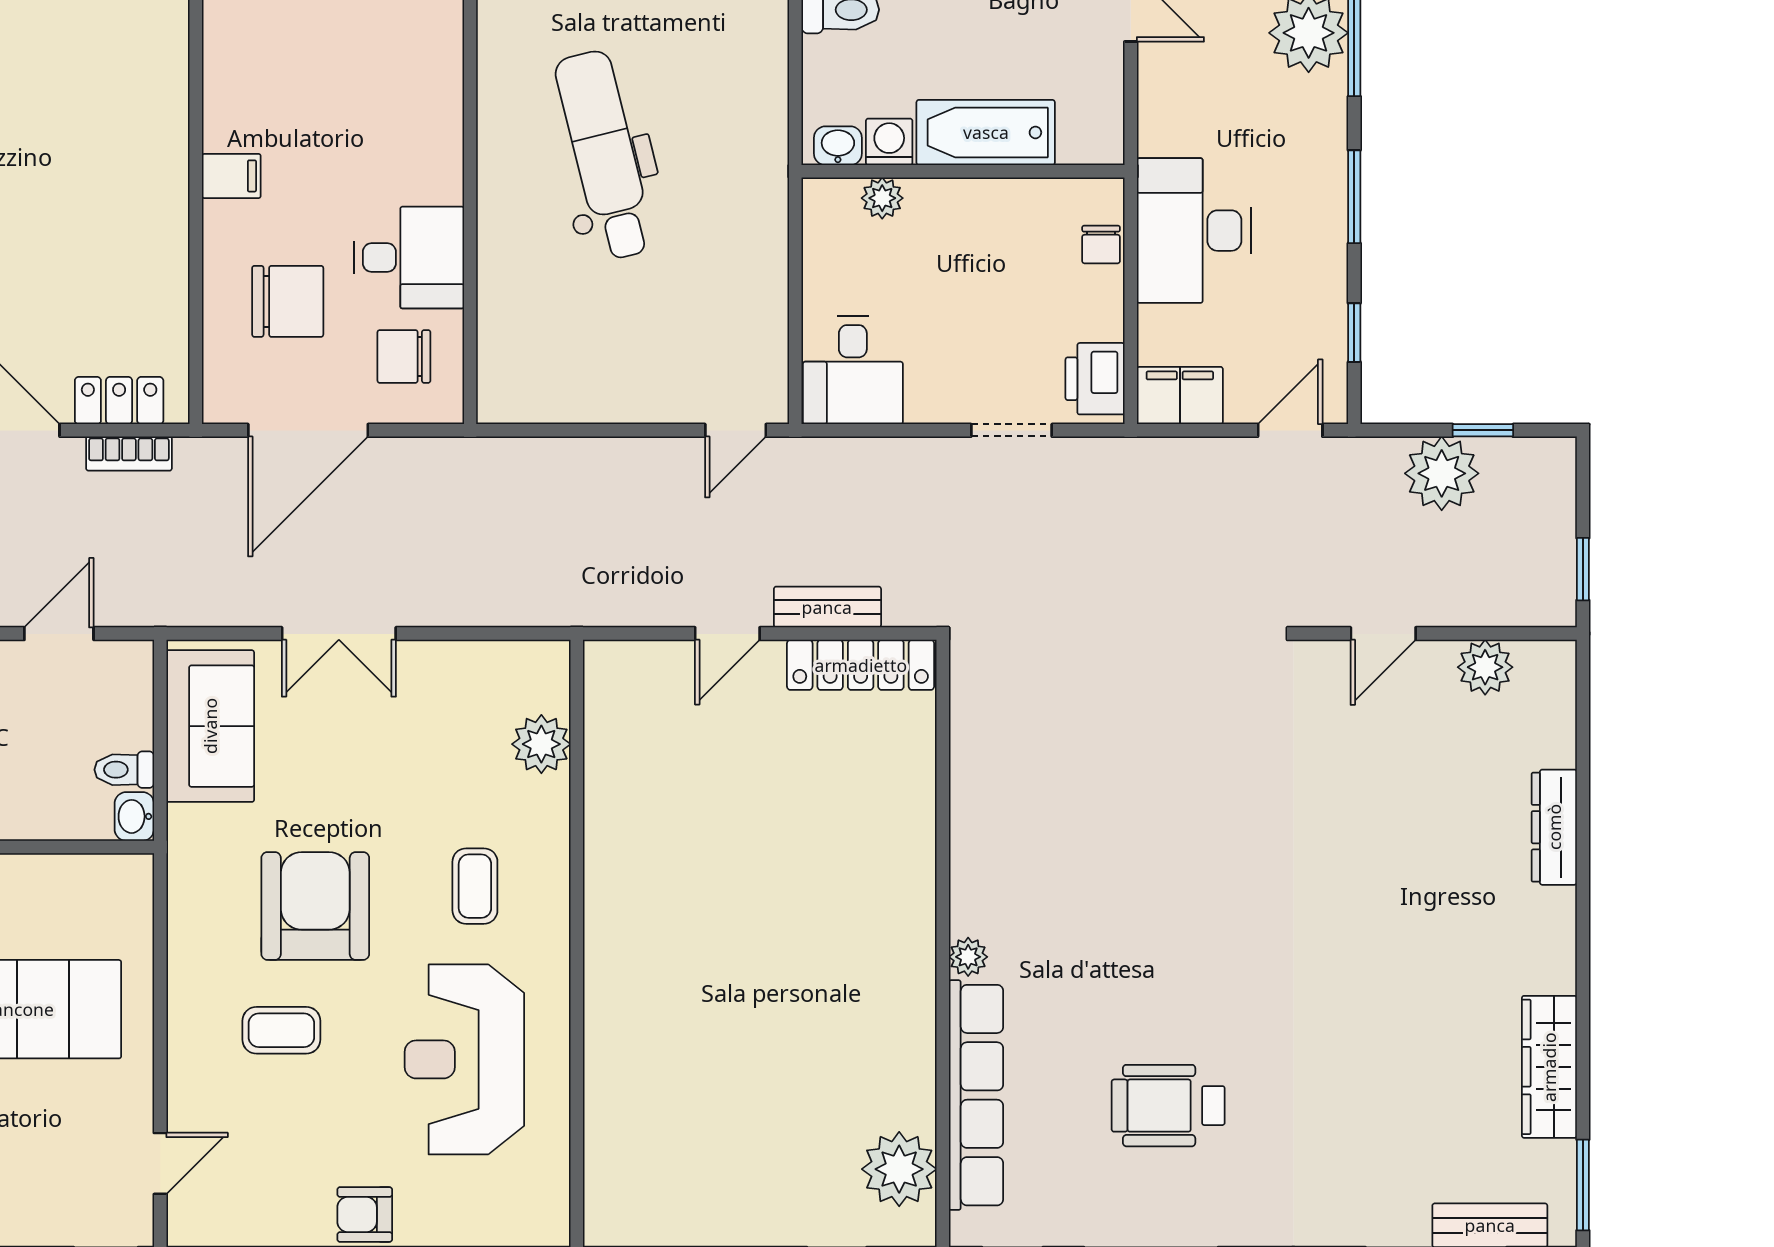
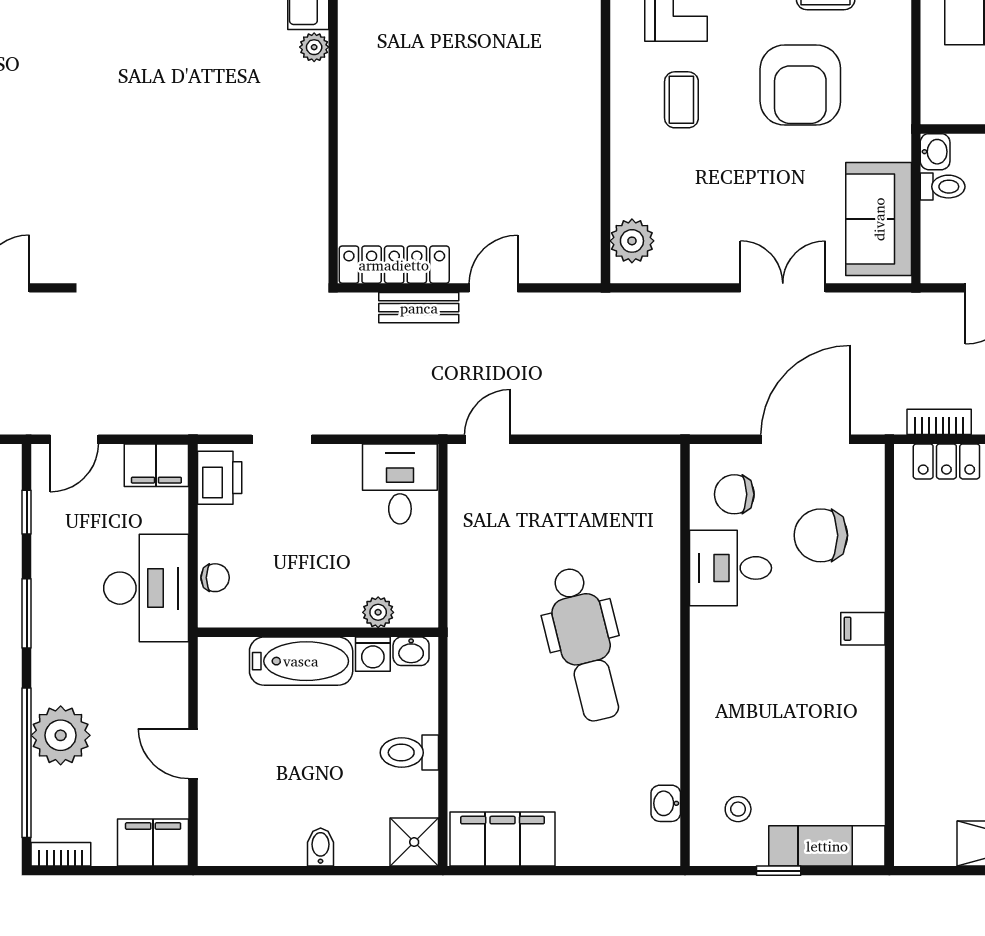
chair: (1101, 245) -> (215, 578), turned 90
chair: (404, 356) -> (734, 494), turned 180
plant: (541, 744) -> (632, 241), moved

